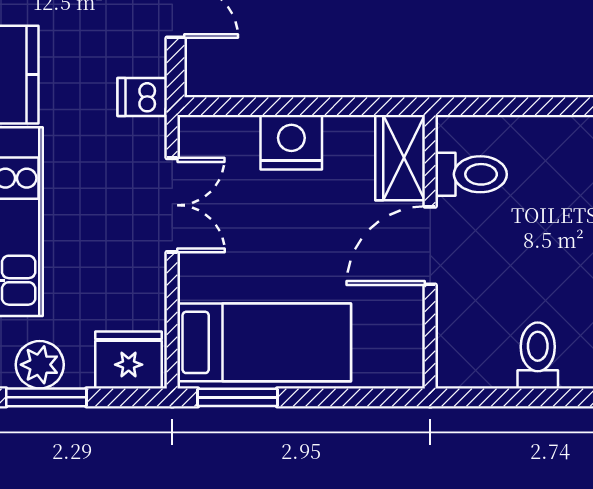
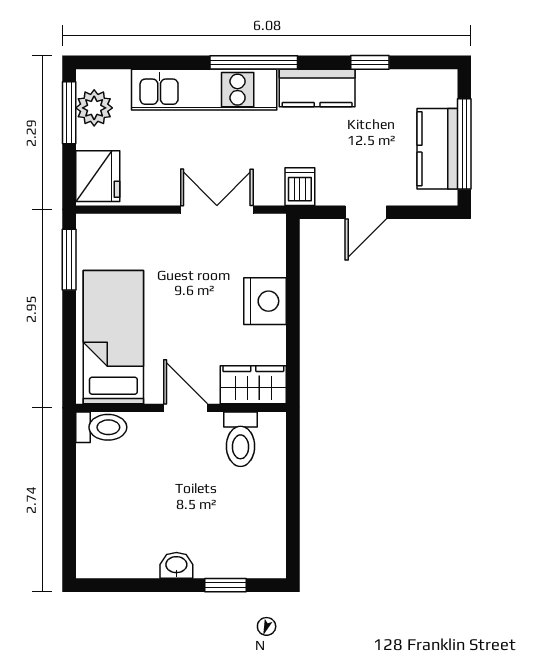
double door: (172, 205) -> (217, 210), swing flipped
door: (430, 246) -> (186, 408), width x0.73
bed: (264, 342) -> (113, 337), moved, turned 180
toilet: (538, 355) -> (101, 427), moved

